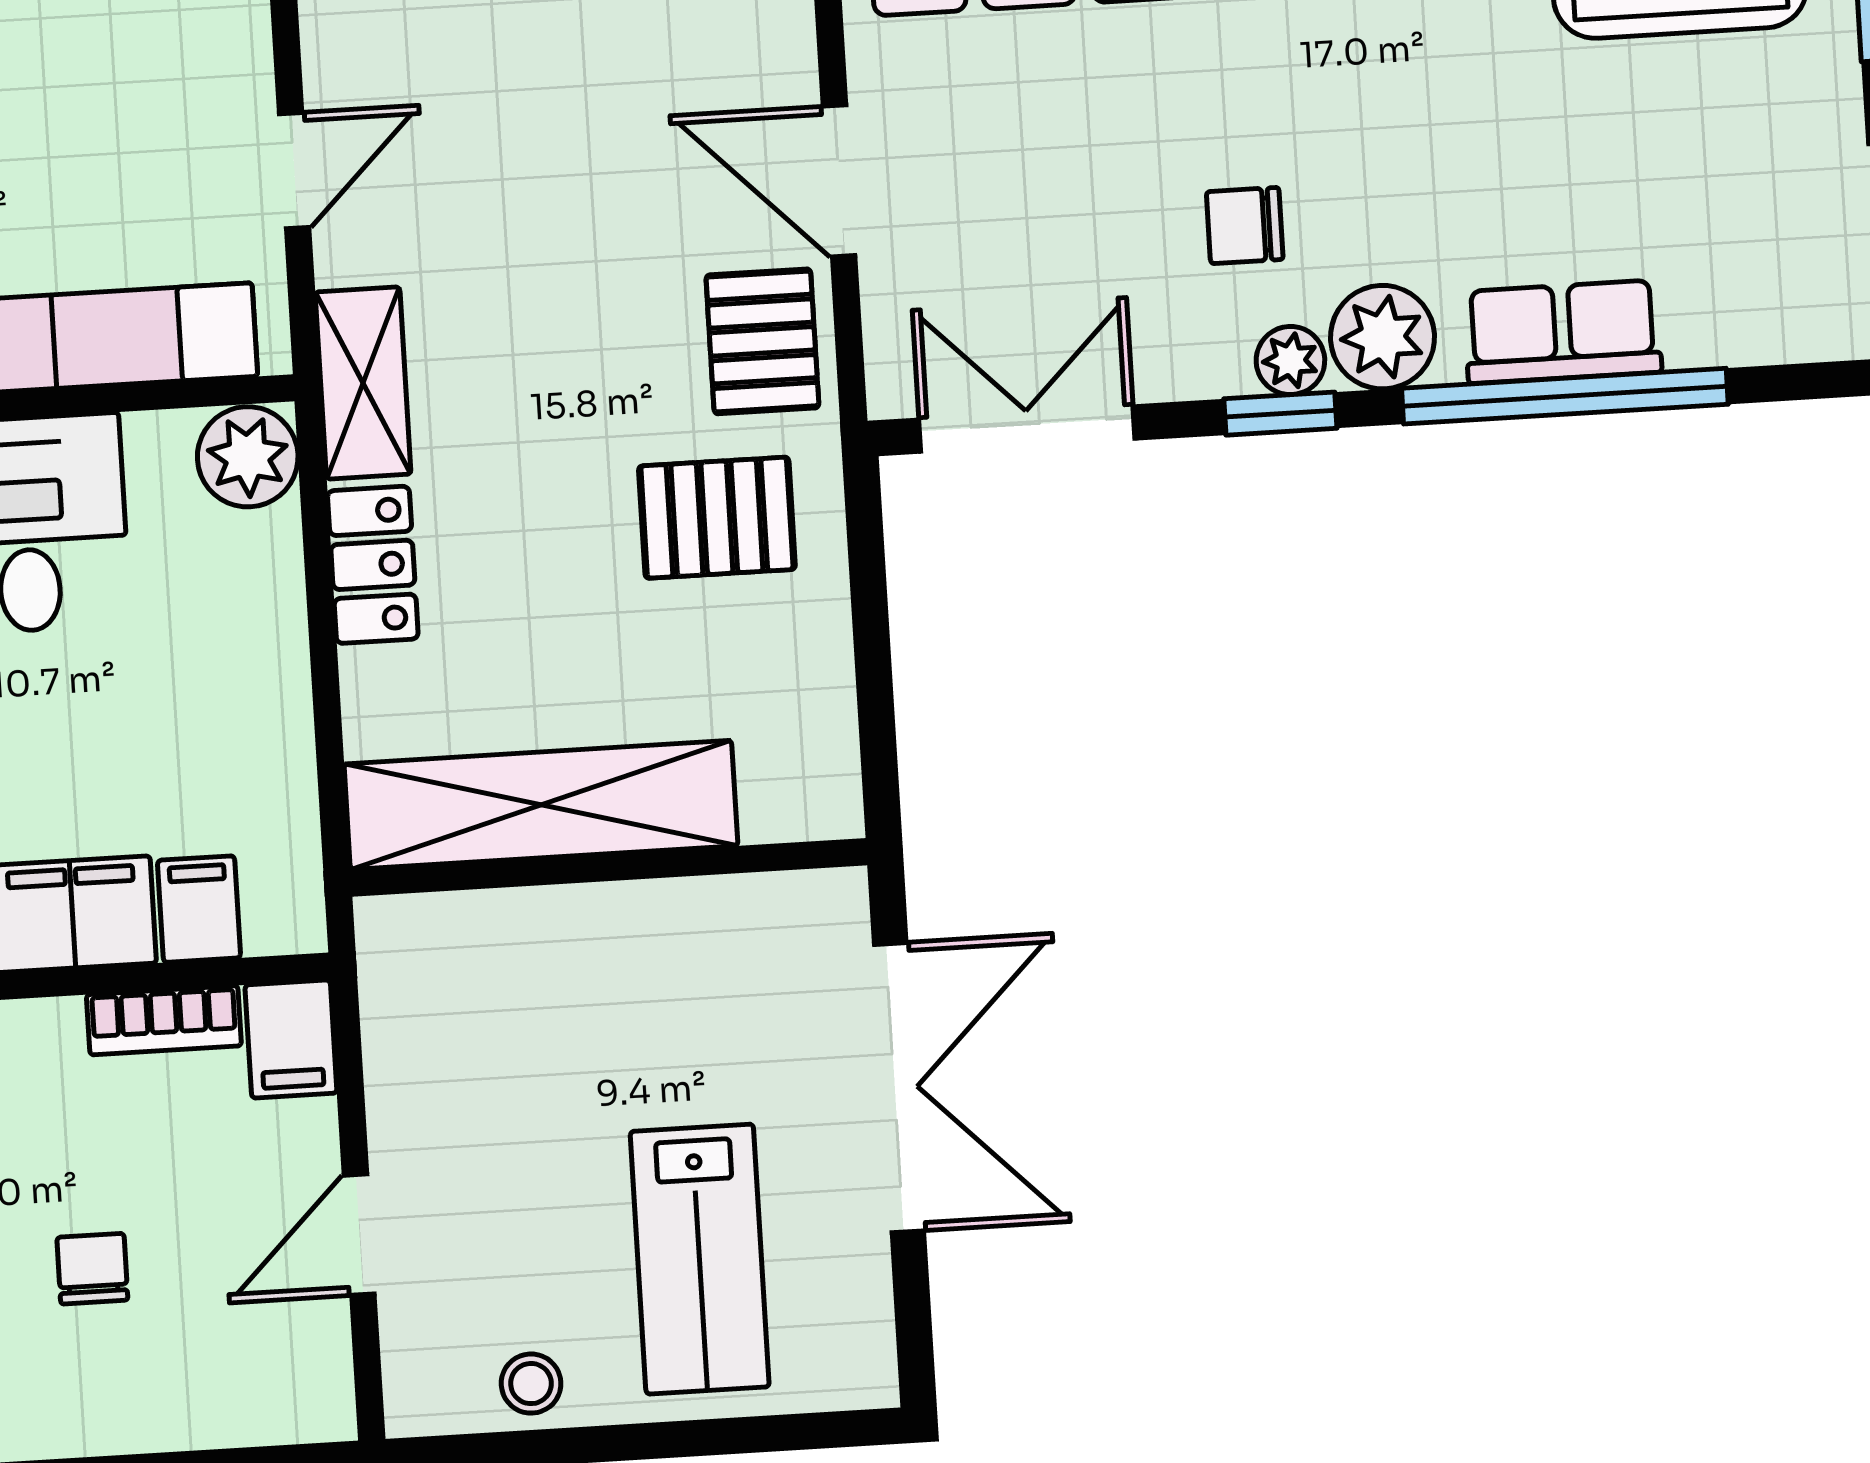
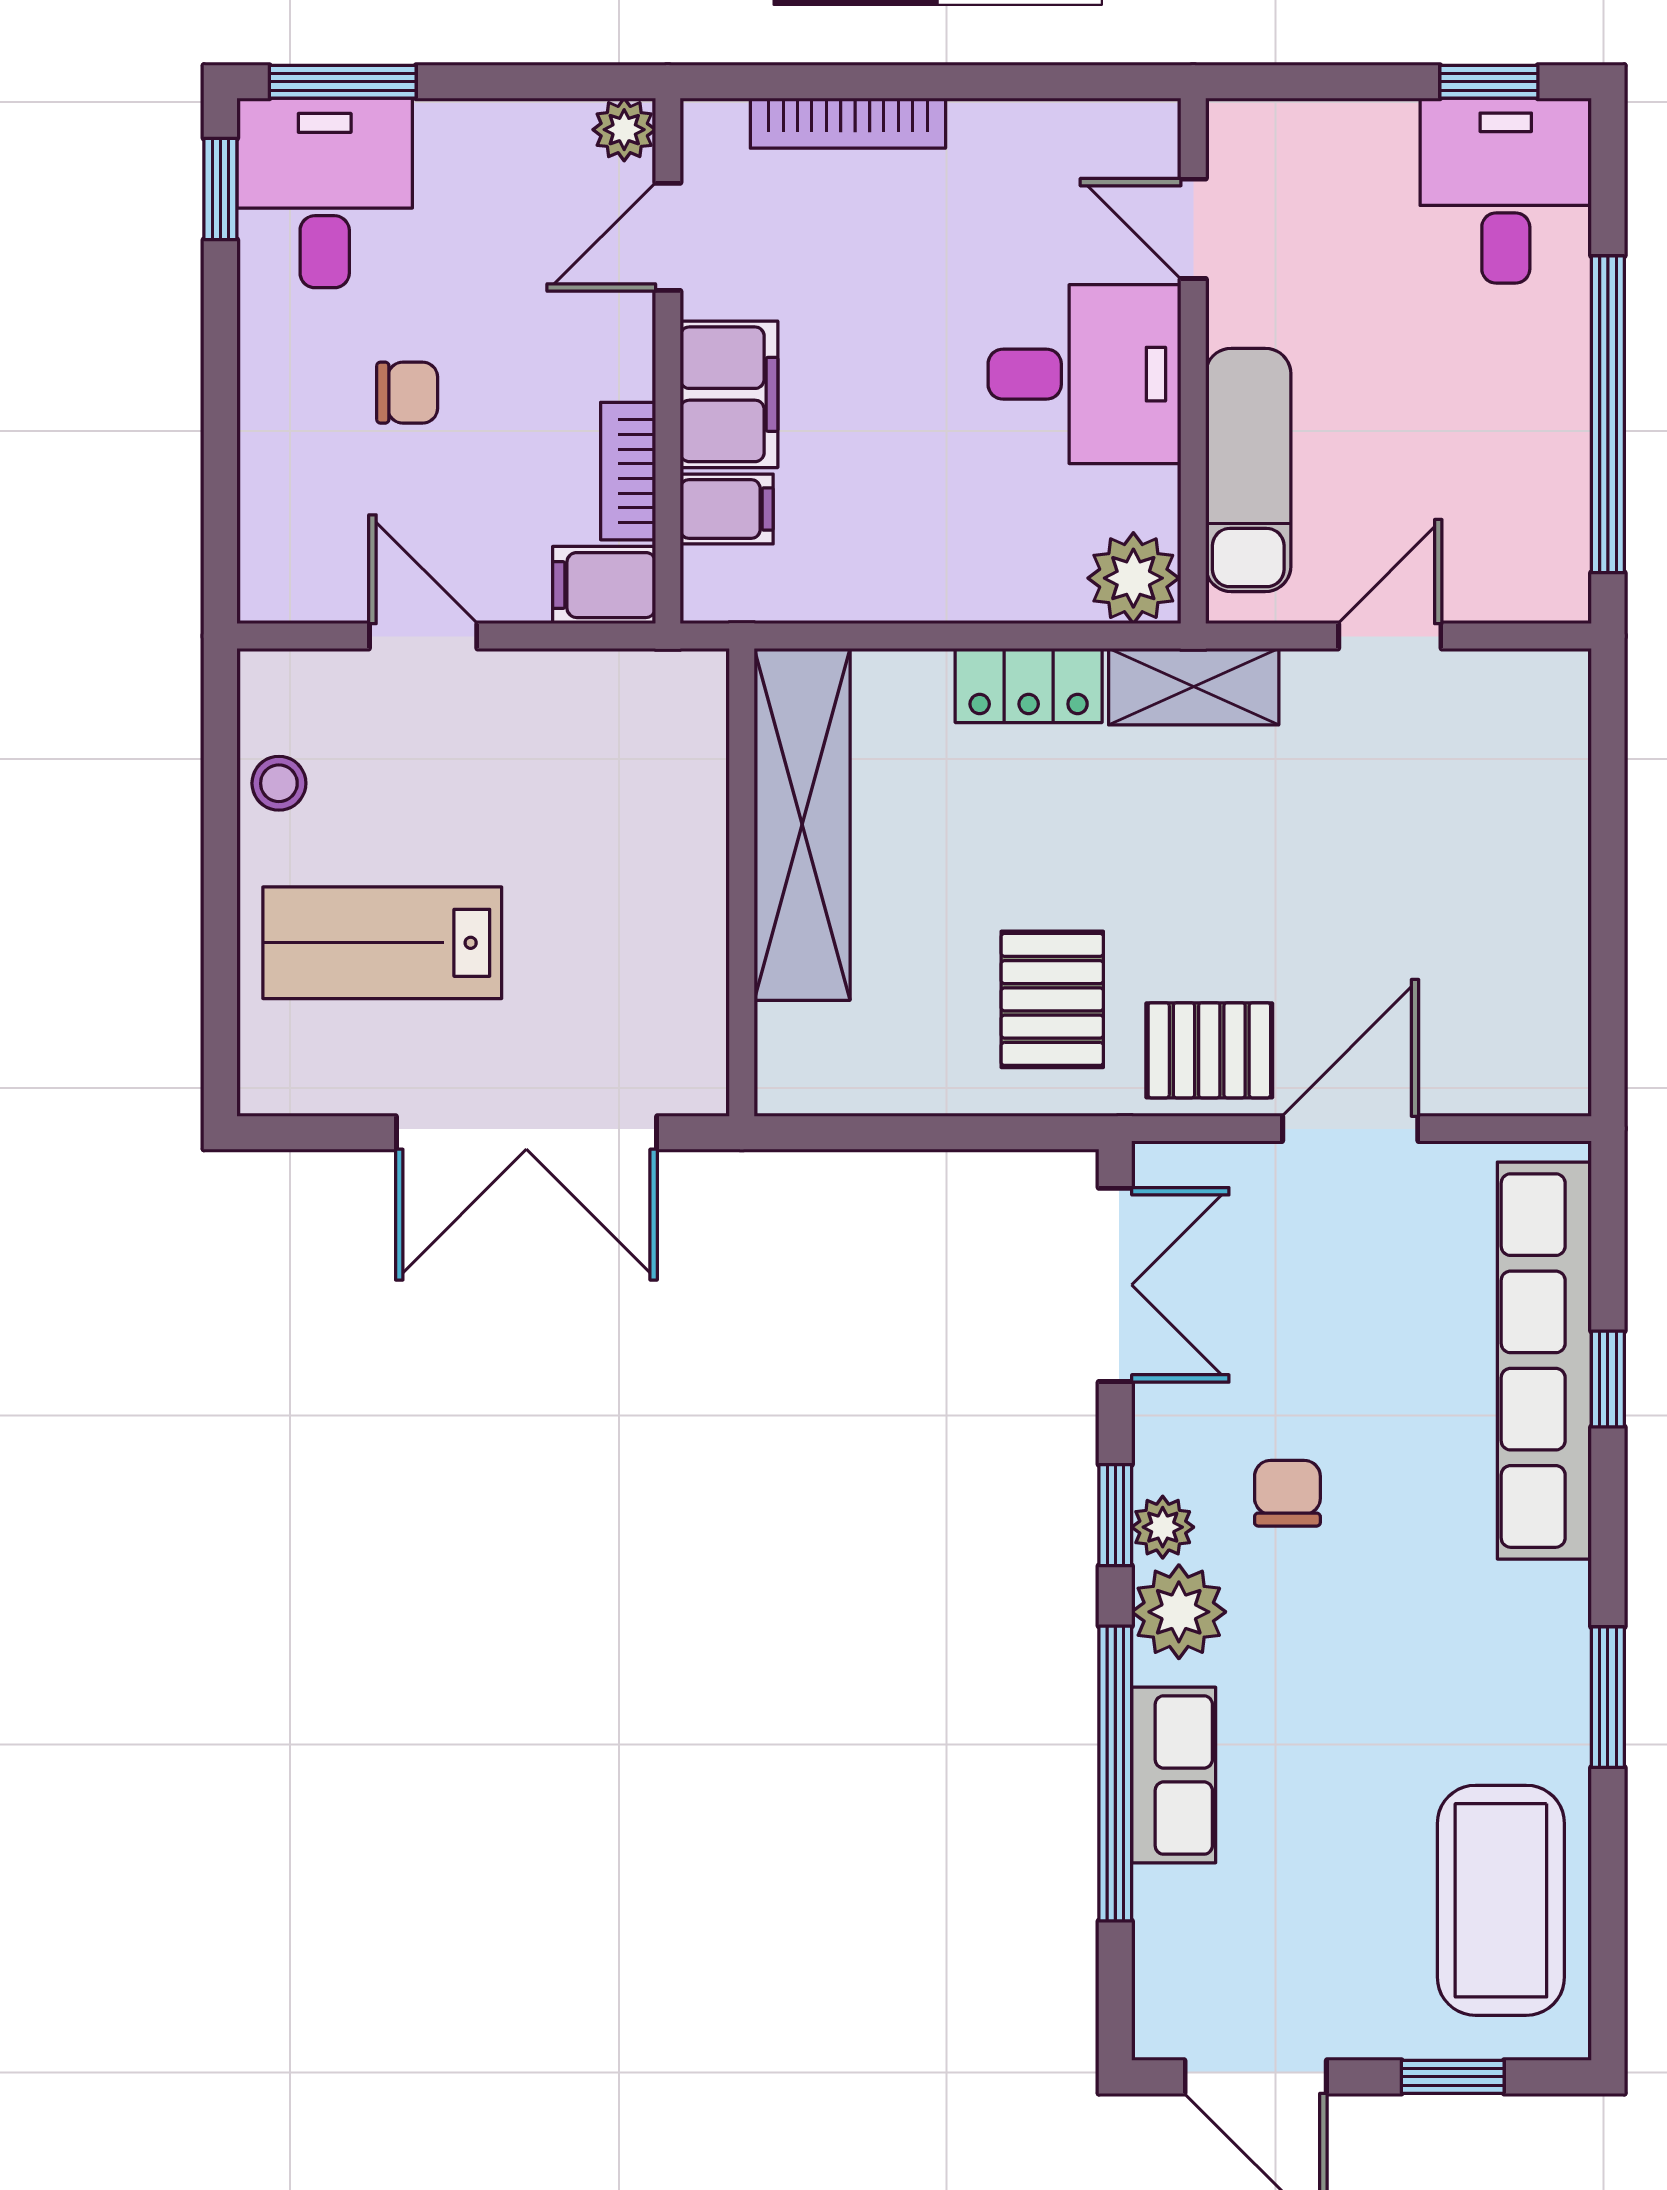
door: (294, 170) -> (1390, 636), swing flipped

